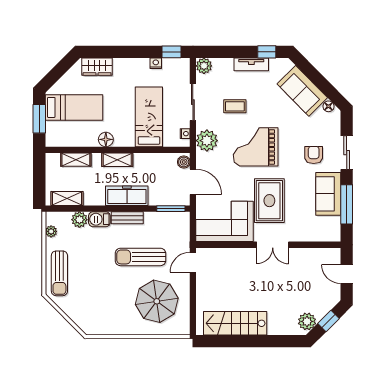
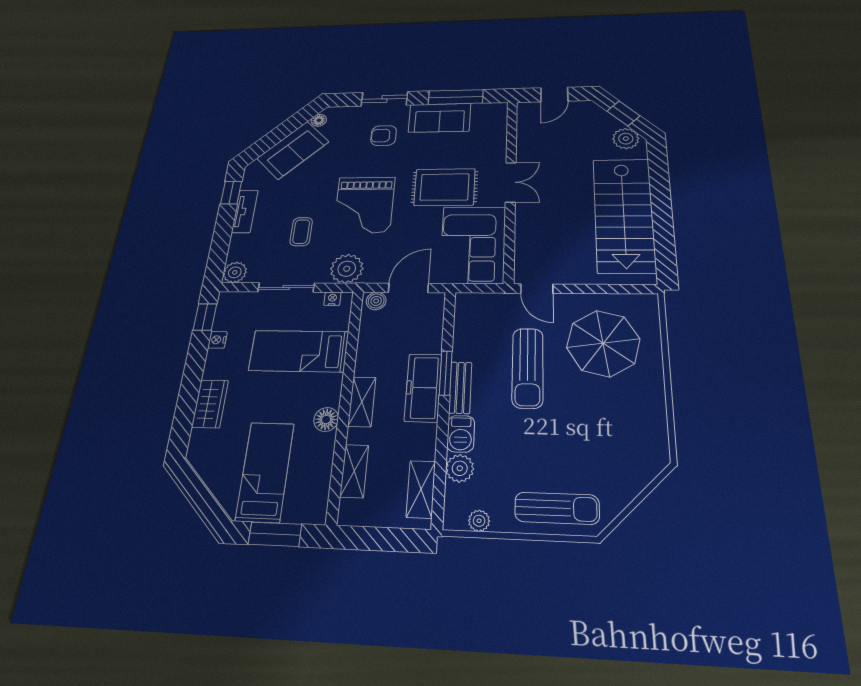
wardrobe: (97, 67) -> (210, 404), moved
window: (171, 209) -> (446, 373), moved
stairs: (235, 323) -> (624, 215), width x1.36, depth x1.51

